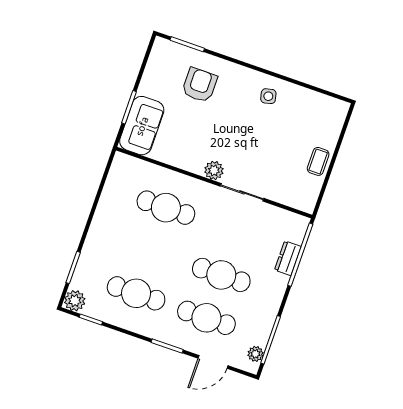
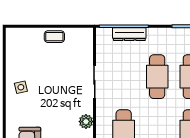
plant: (214, 170) -> (86, 122), moved
dresser: (288, 258) -> (129, 34), width x1.44

